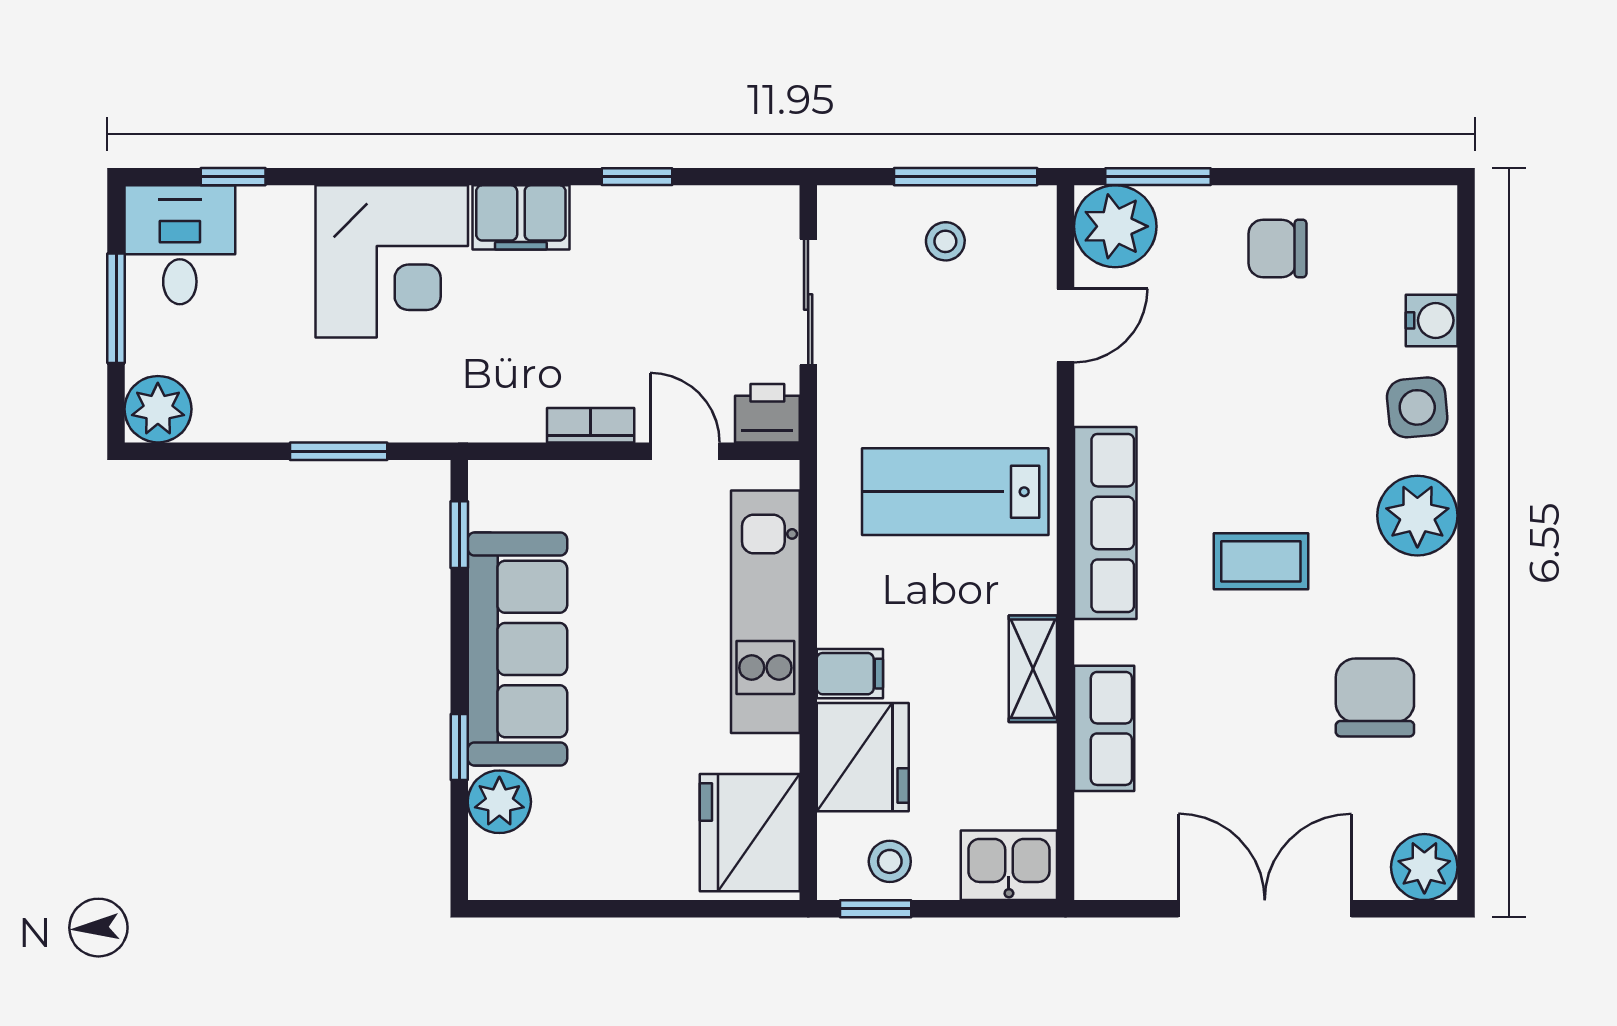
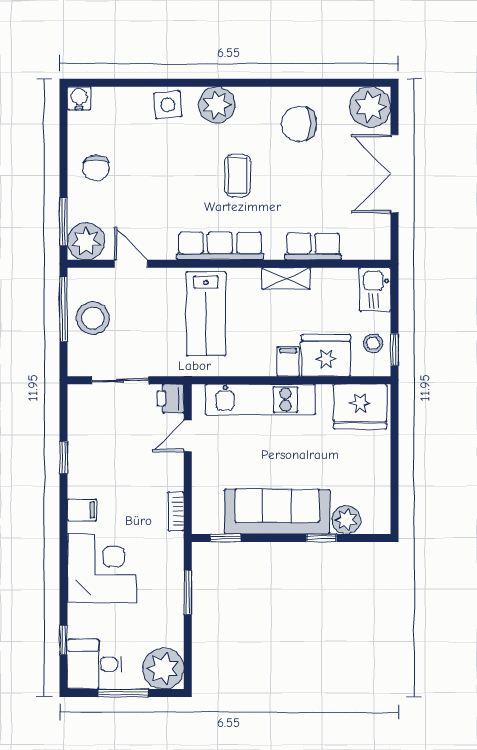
filing cabinet: (521, 217) -> (82, 510), width x0.50
stool: (945, 241) -> (93, 318), width x1.89, depth x1.89
water cooler: (1432, 320) -> (79, 98), moved
plant: (158, 409) -> (163, 669), width x1.36, depth x1.36
bookcase: (591, 425) -> (176, 511), moved
plant: (1424, 867) -> (370, 107), width x1.36, depth x1.36

